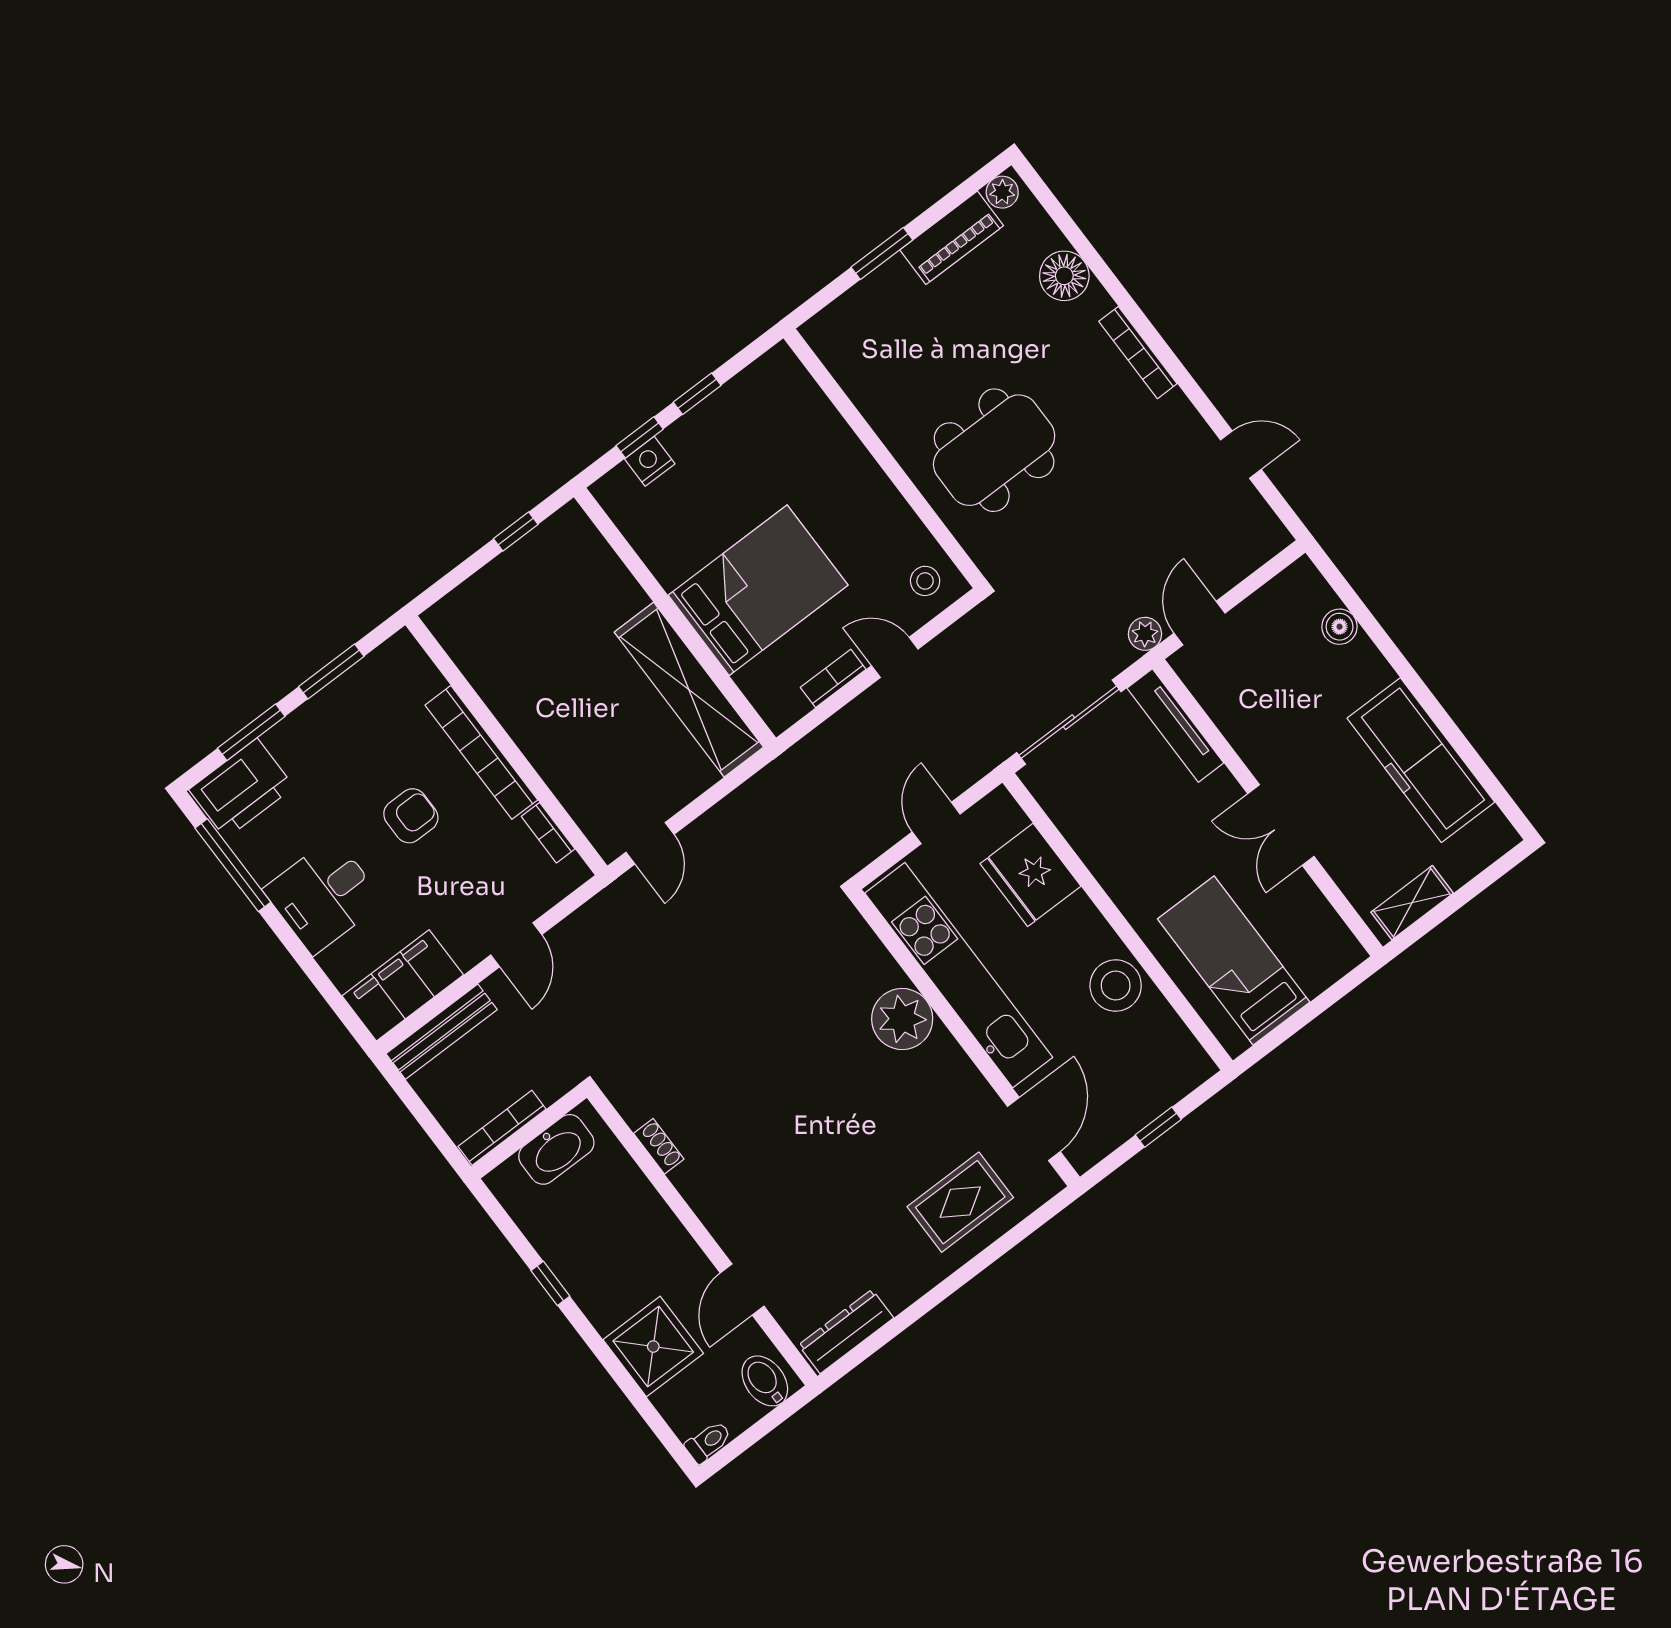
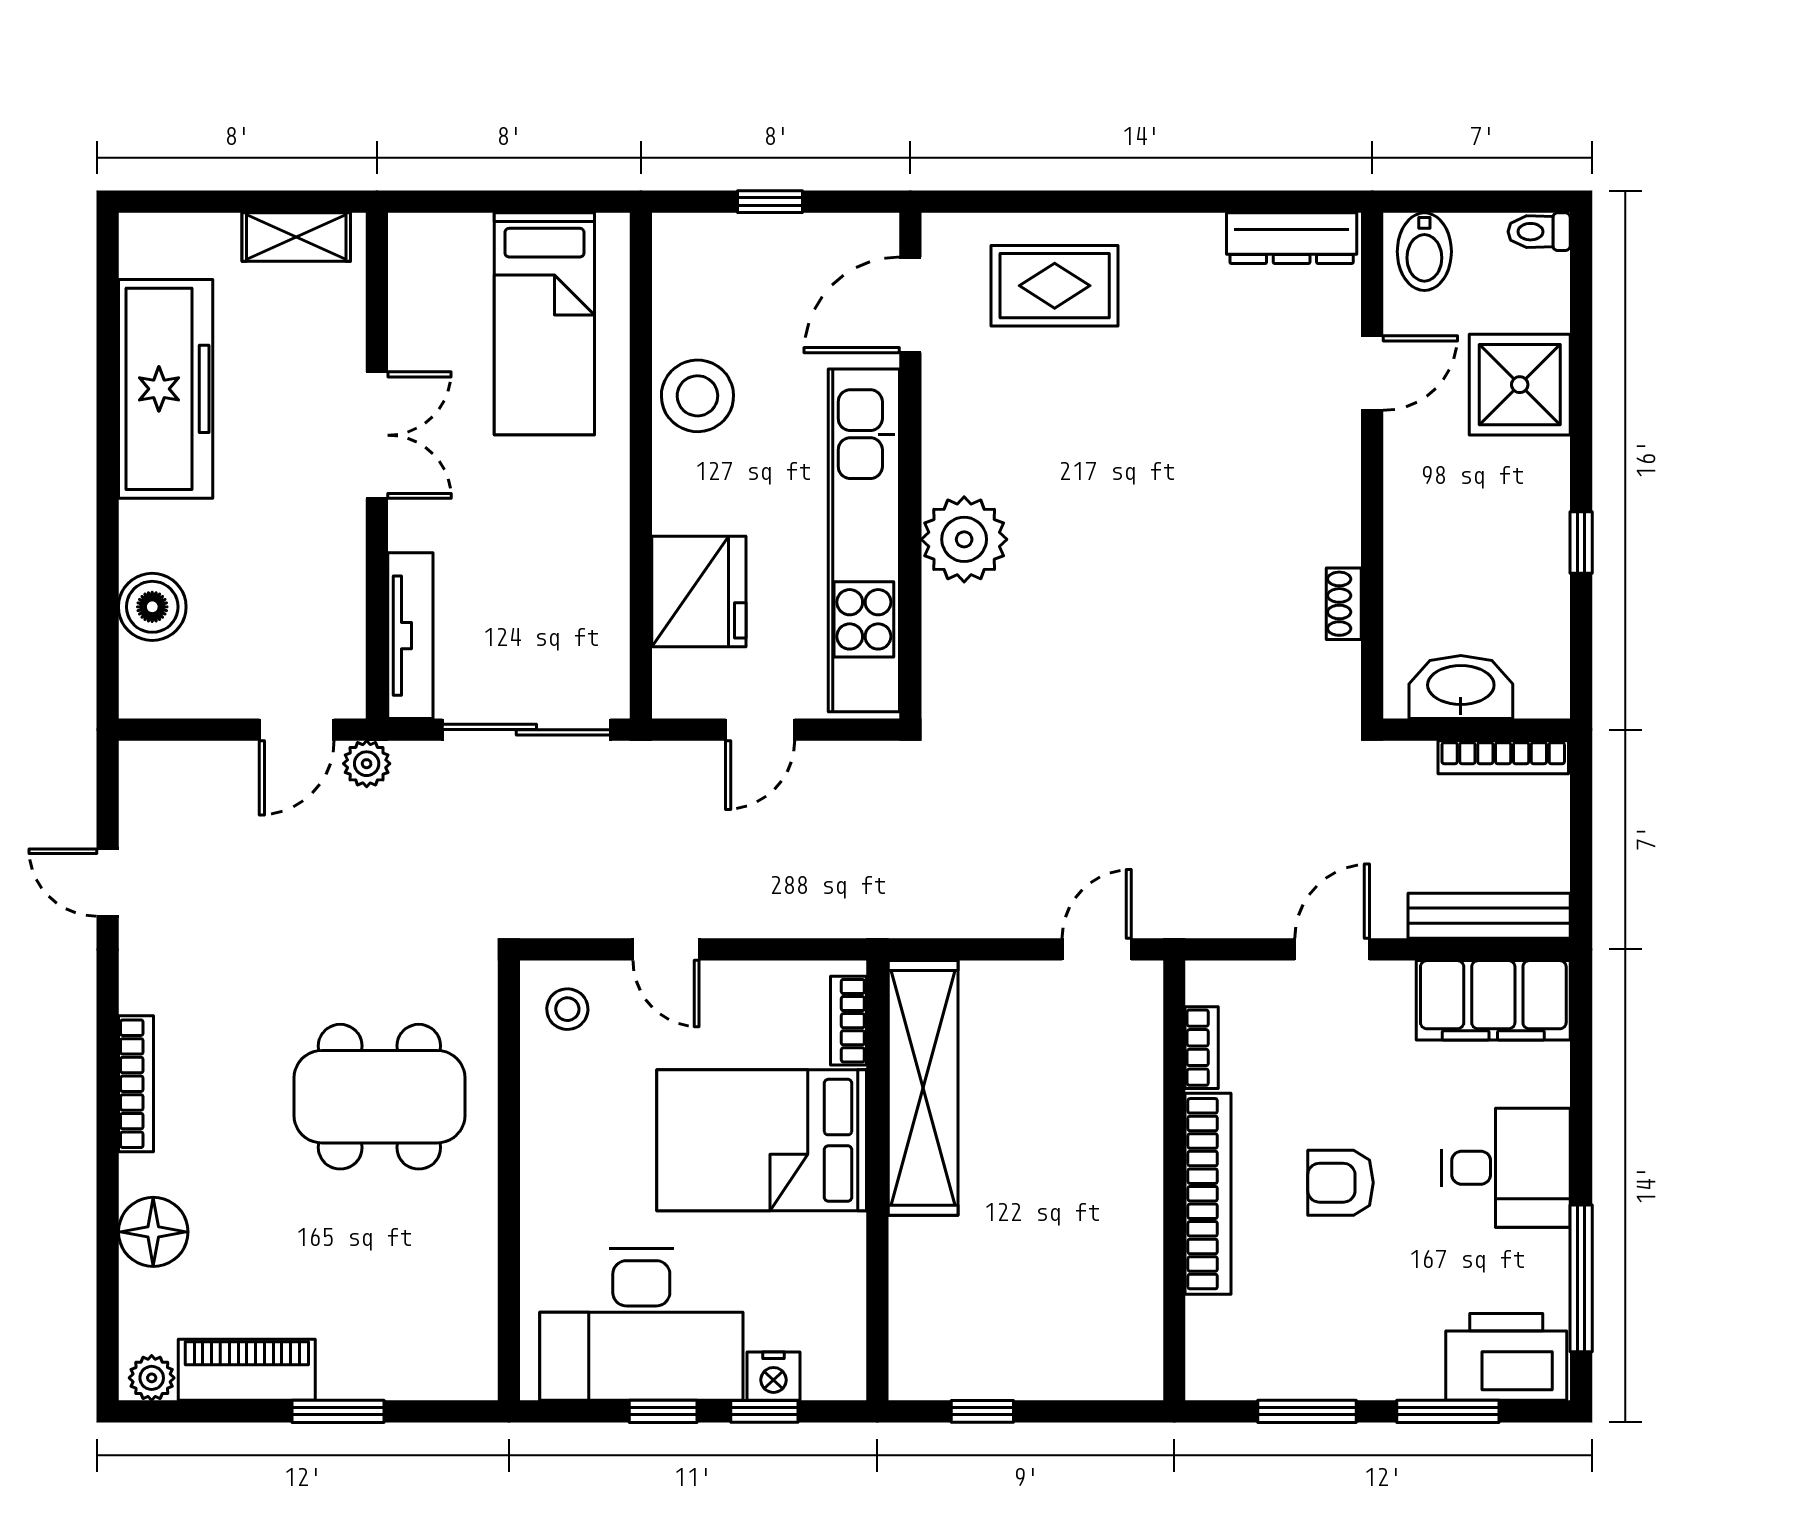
desk: (747, 434) -> (641, 1324), added
boiler: (1340, 627) -> (152, 607), width x1.36, depth x1.36
bookcase: (833, 678) -> (849, 1021), moved, turned 90

